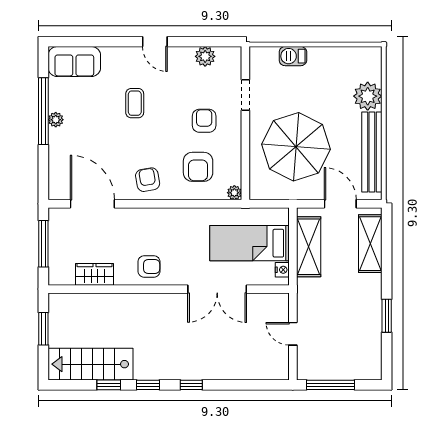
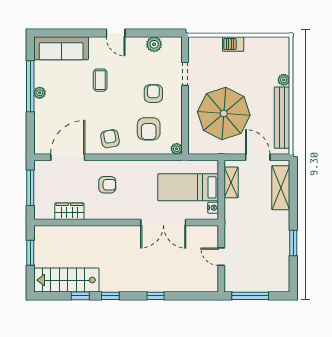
barbecue: (293, 56) -> (233, 44), moved
sofa: (74, 62) -> (61, 48), width x1.36
plant: (368, 96) -> (284, 80), width x0.53, depth x0.53
door: (92, 204) -> (68, 157), hinge flipped
shelving: (309, 247) -> (231, 182), width x0.67, depth x0.75
armchair: (149, 266) -> (107, 185), moved
window: (191, 385) -> (155, 296), moved

